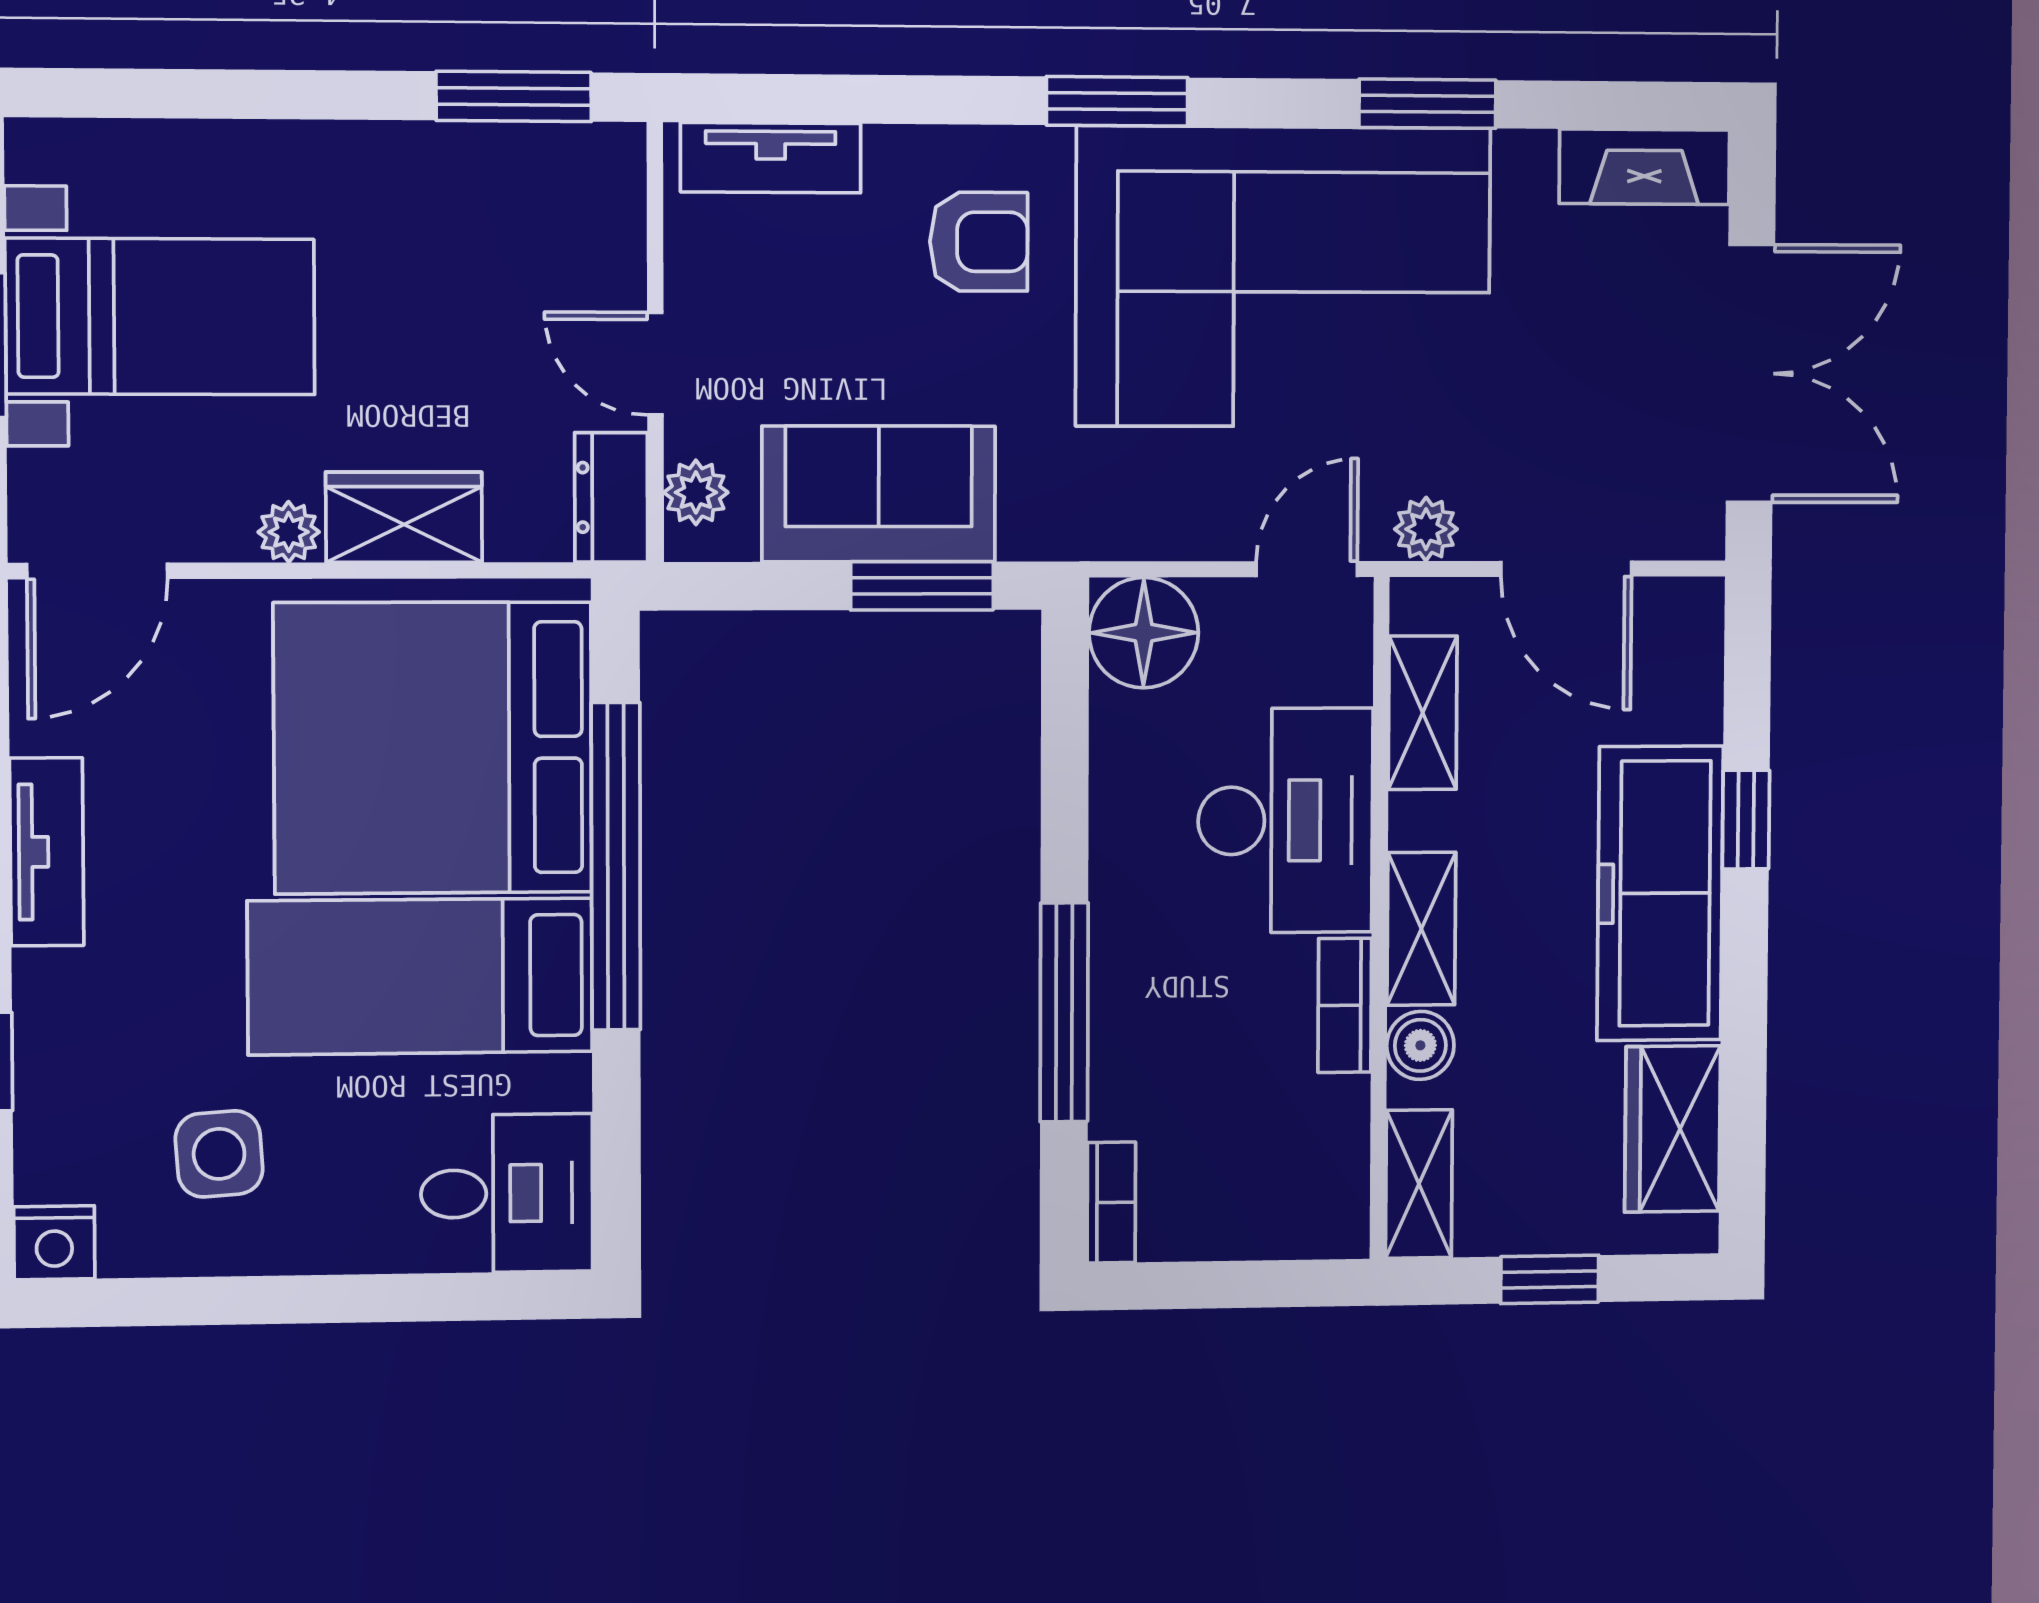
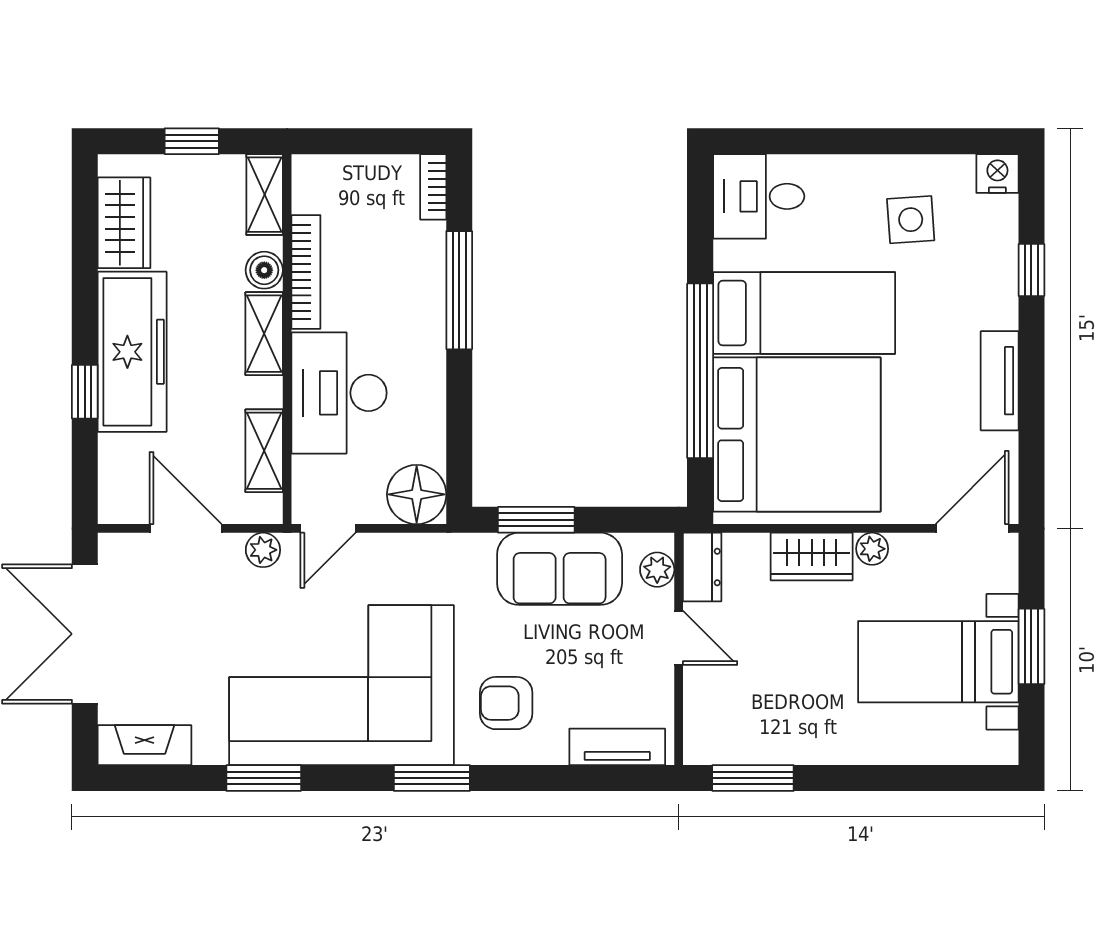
bookcase: (1345, 1005) -> (306, 272), width x1.56

